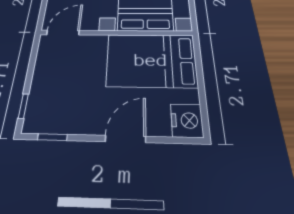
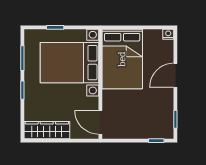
nightstand: (187, 120) -> (168, 34), width x0.53, depth x0.56
door: (125, 139) -> (175, 75), hinge flipped

